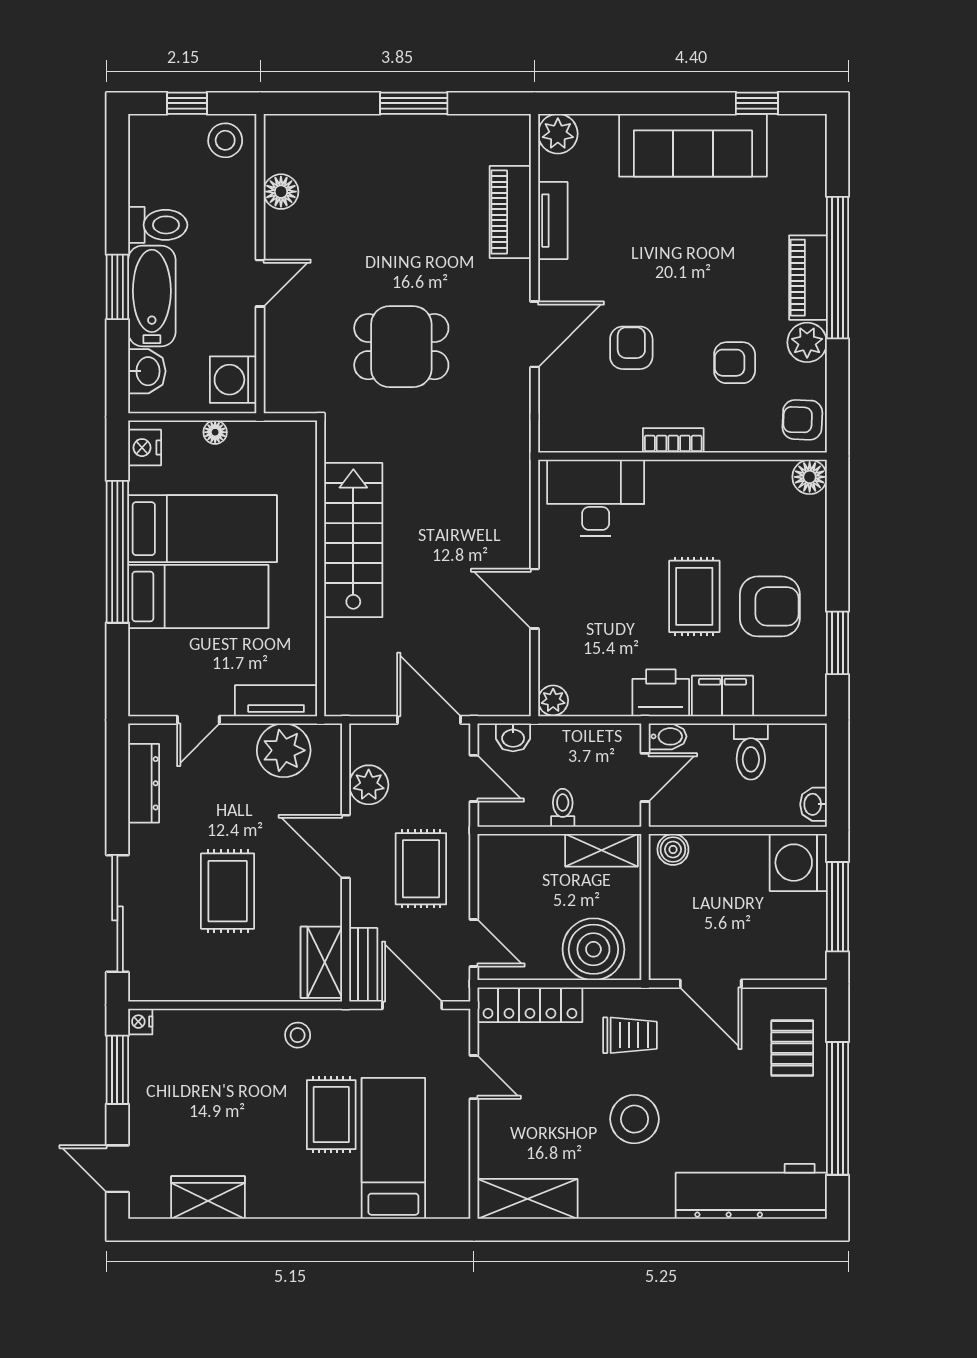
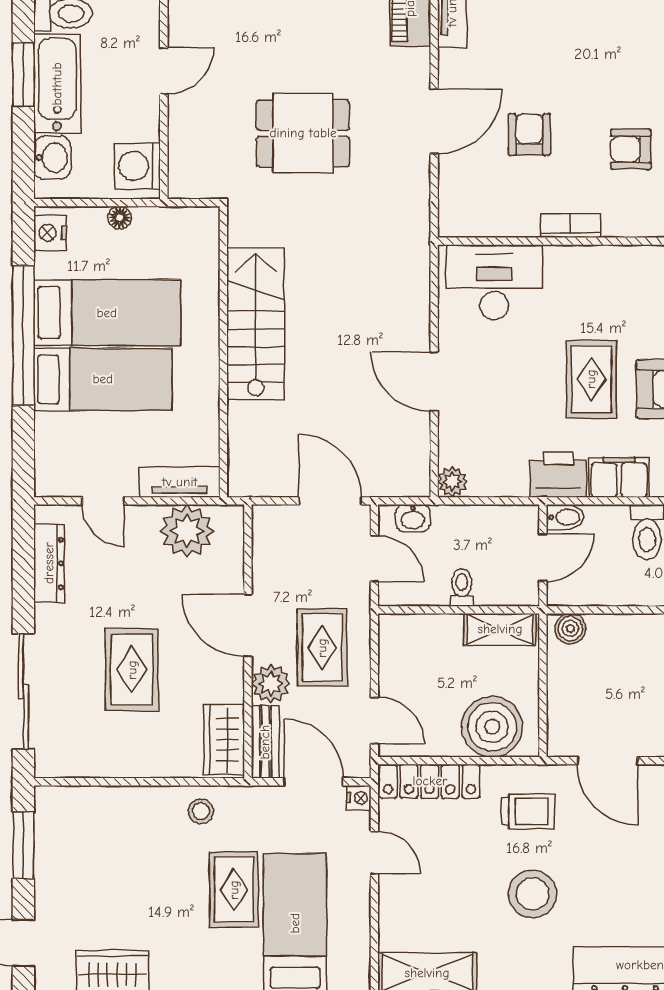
door: (198, 720) -> (103, 501), hinge flipped
plant: (369, 785) -> (271, 684), moved
nightstand: (140, 1022) -> (359, 798), moved, turned 180

